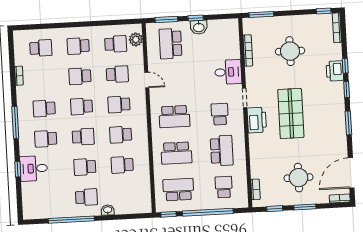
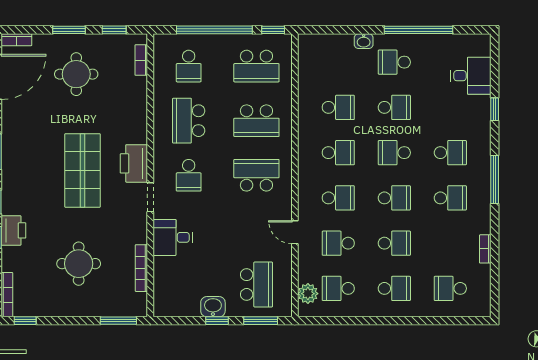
school desk: (176, 153) -> (256, 121), turned 180
desk: (34, 168) -> (471, 76), moved

